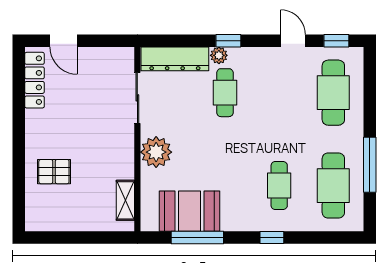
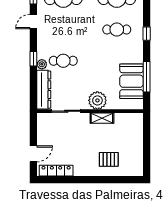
pallet: (54, 172) -> (109, 159), turned 90
shelving: (125, 200) -> (102, 118), moved

